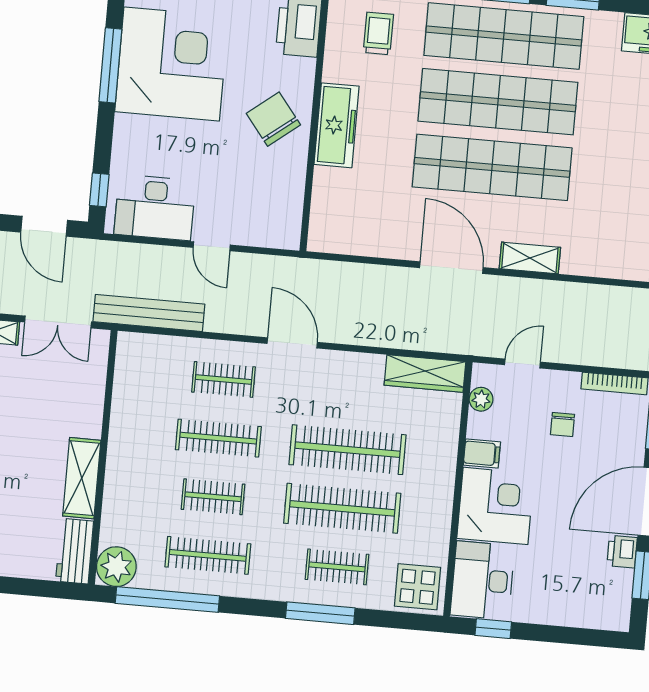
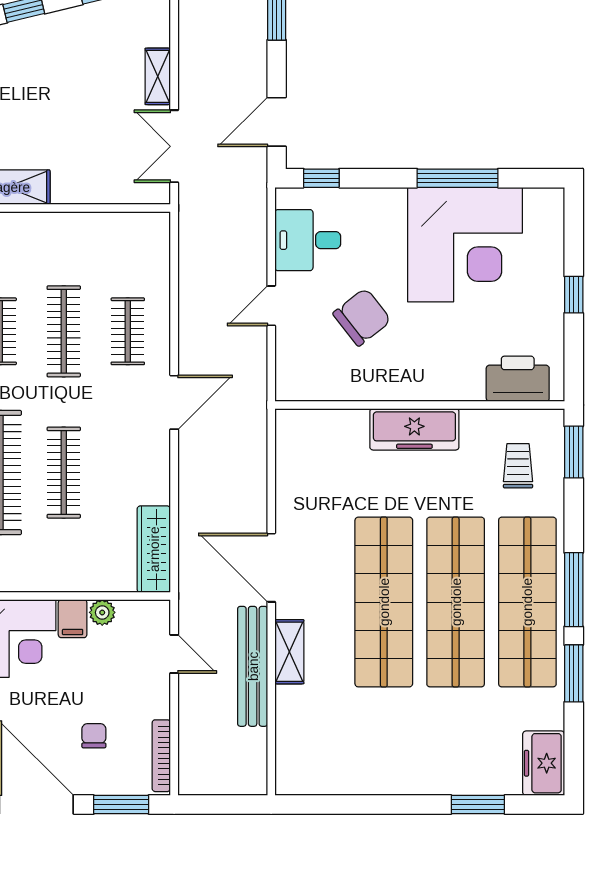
trolley: (378, 33) -> (518, 466), turned -90
chair: (273, 119) -> (362, 317), moved
desk: (155, 207) -> (308, 240), width x0.73
door: (451, 268) -> (271, 568), swing flipped
bench: (149, 313) -> (253, 666), moved
plant: (481, 399) -> (102, 612), moved
chair: (562, 425) -> (94, 736), moved, turned 90
clothes rail: (347, 450) -> (64, 473), width x0.73, depth x0.76

